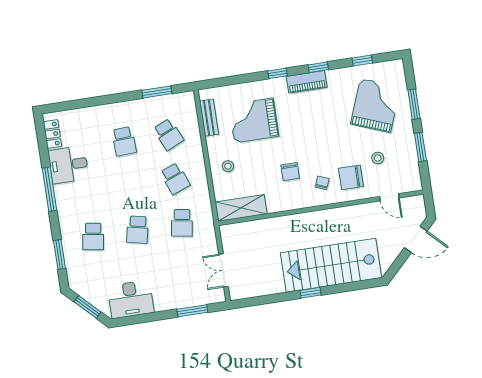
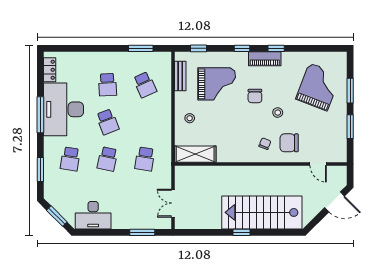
window: (362, 60) -> (199, 48), moved
grand piano: (254, 120) -> (217, 84), turned 180
stool: (378, 158) -> (278, 113), moved
desk: (68, 165) -> (63, 109), width x1.87, depth x1.30
chair: (290, 172) -> (255, 96), moved
school desk: (175, 179) -> (107, 122), moved

